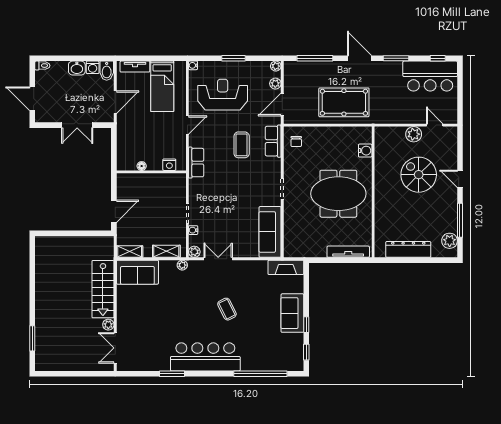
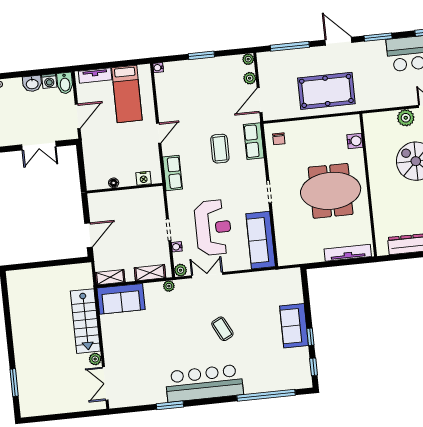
reception desk: (223, 95) -> (213, 228), moved, turned 90
fireplace: (286, 267) -> (282, 277), removed

